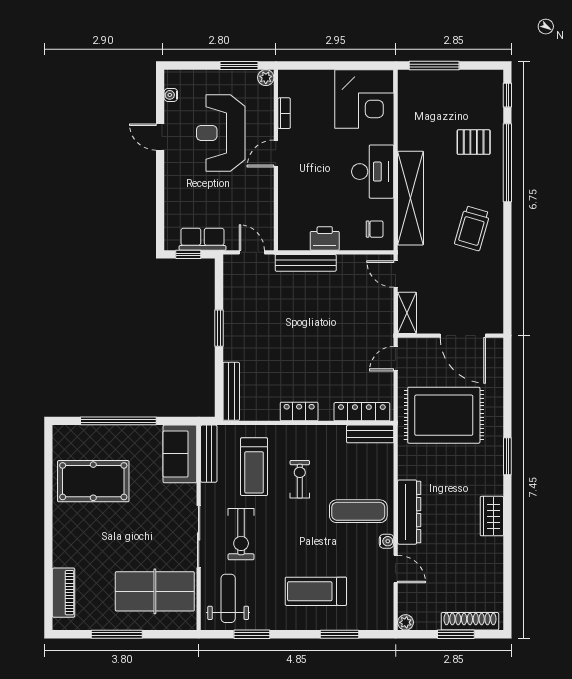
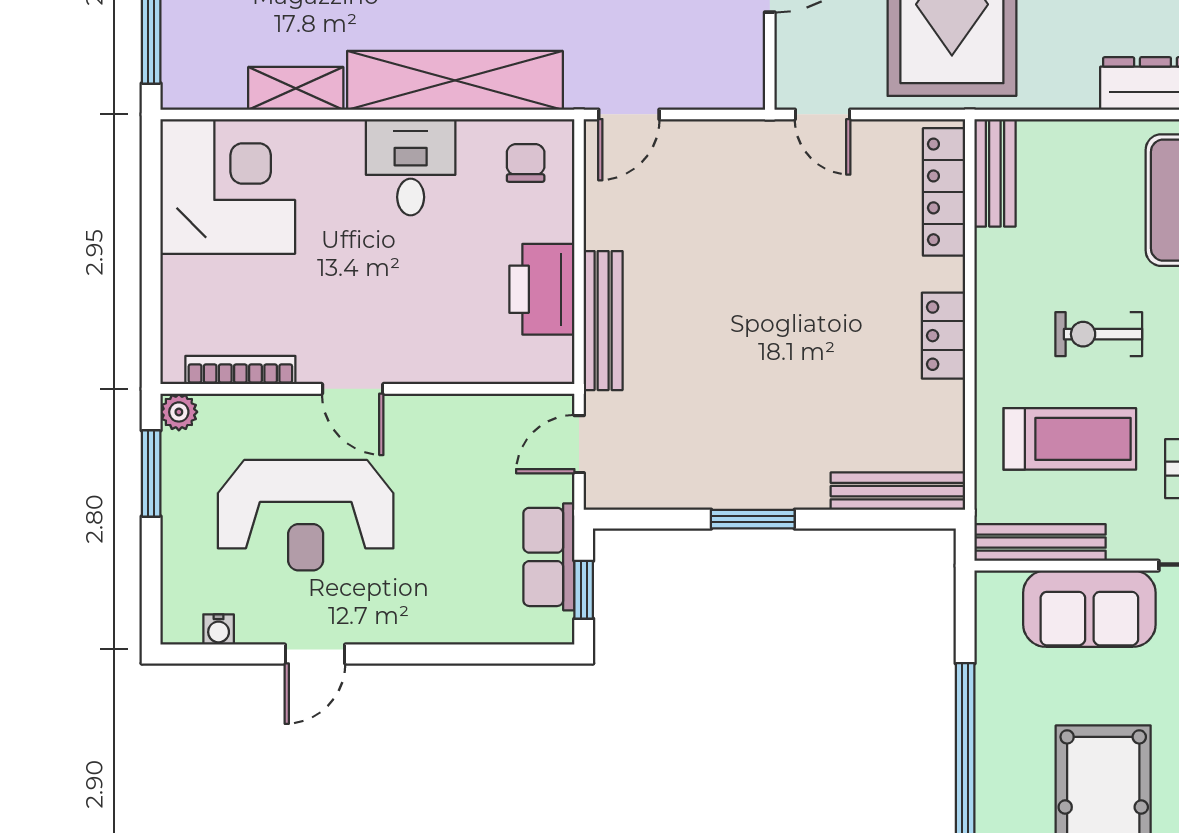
bookcase: (284, 113) -> (240, 370), width x1.56
desk: (373, 172) -> (411, 167), width x0.73
printer: (325, 238) -> (542, 289), width x1.37, depth x1.19
shelving: (407, 313) -> (296, 88), moved
sofa: (180, 454) -> (1089, 609), moved

